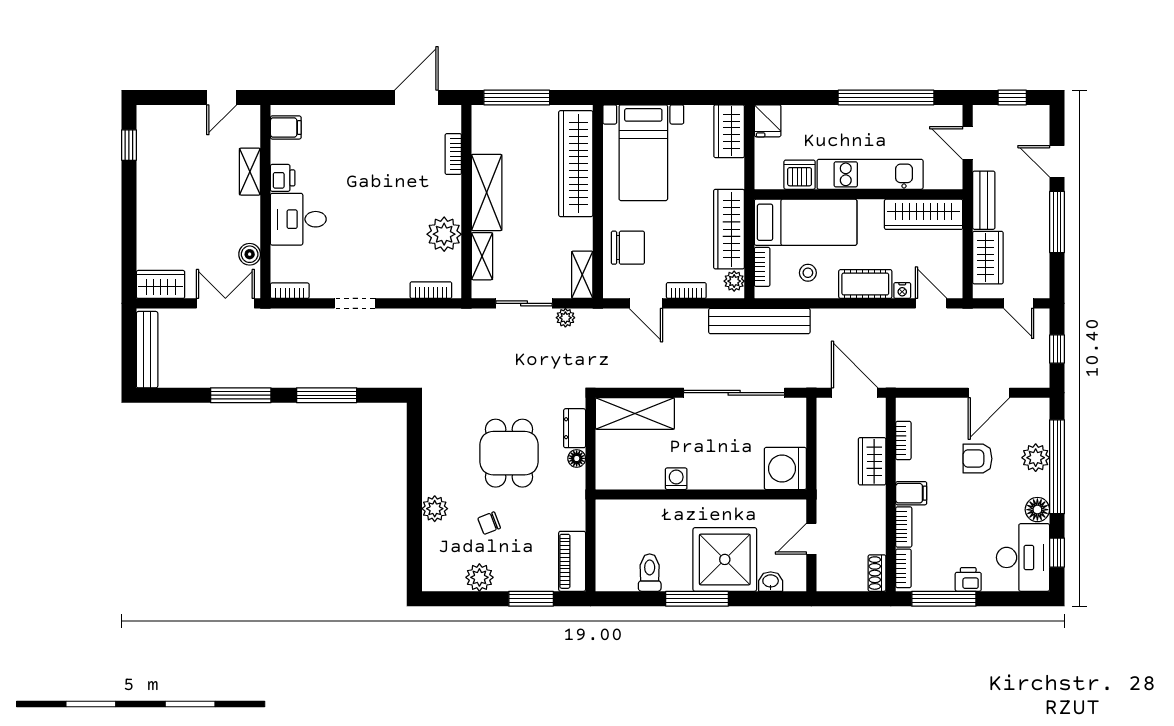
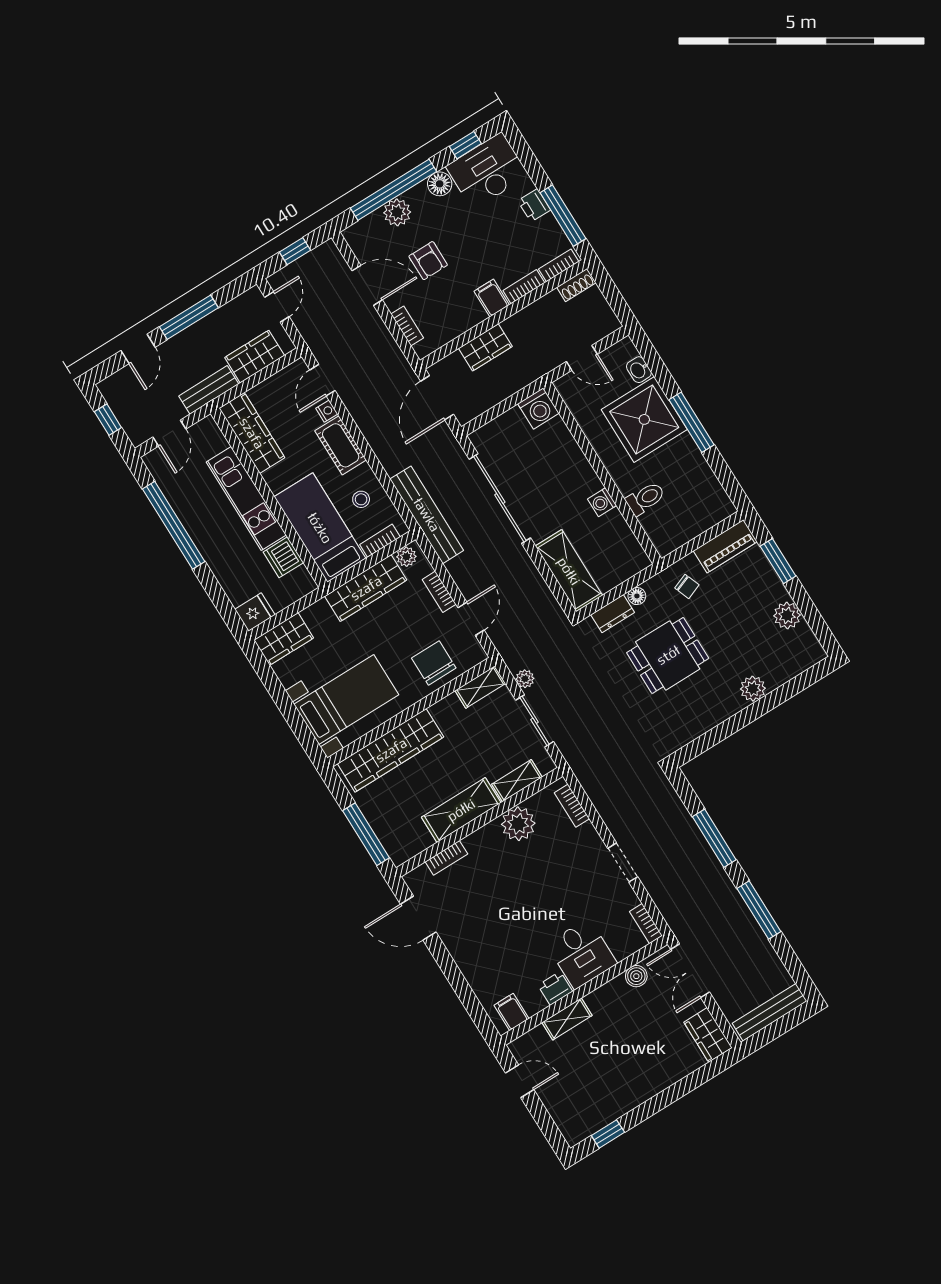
bookcase: (903, 440) -> (407, 326), moved, turned 90
washing machine: (785, 468) -> (538, 408), width x0.73, depth x0.73
chair: (489, 523) -> (687, 586), moved
toilet: (650, 573) -> (645, 498), moved, turned 180

